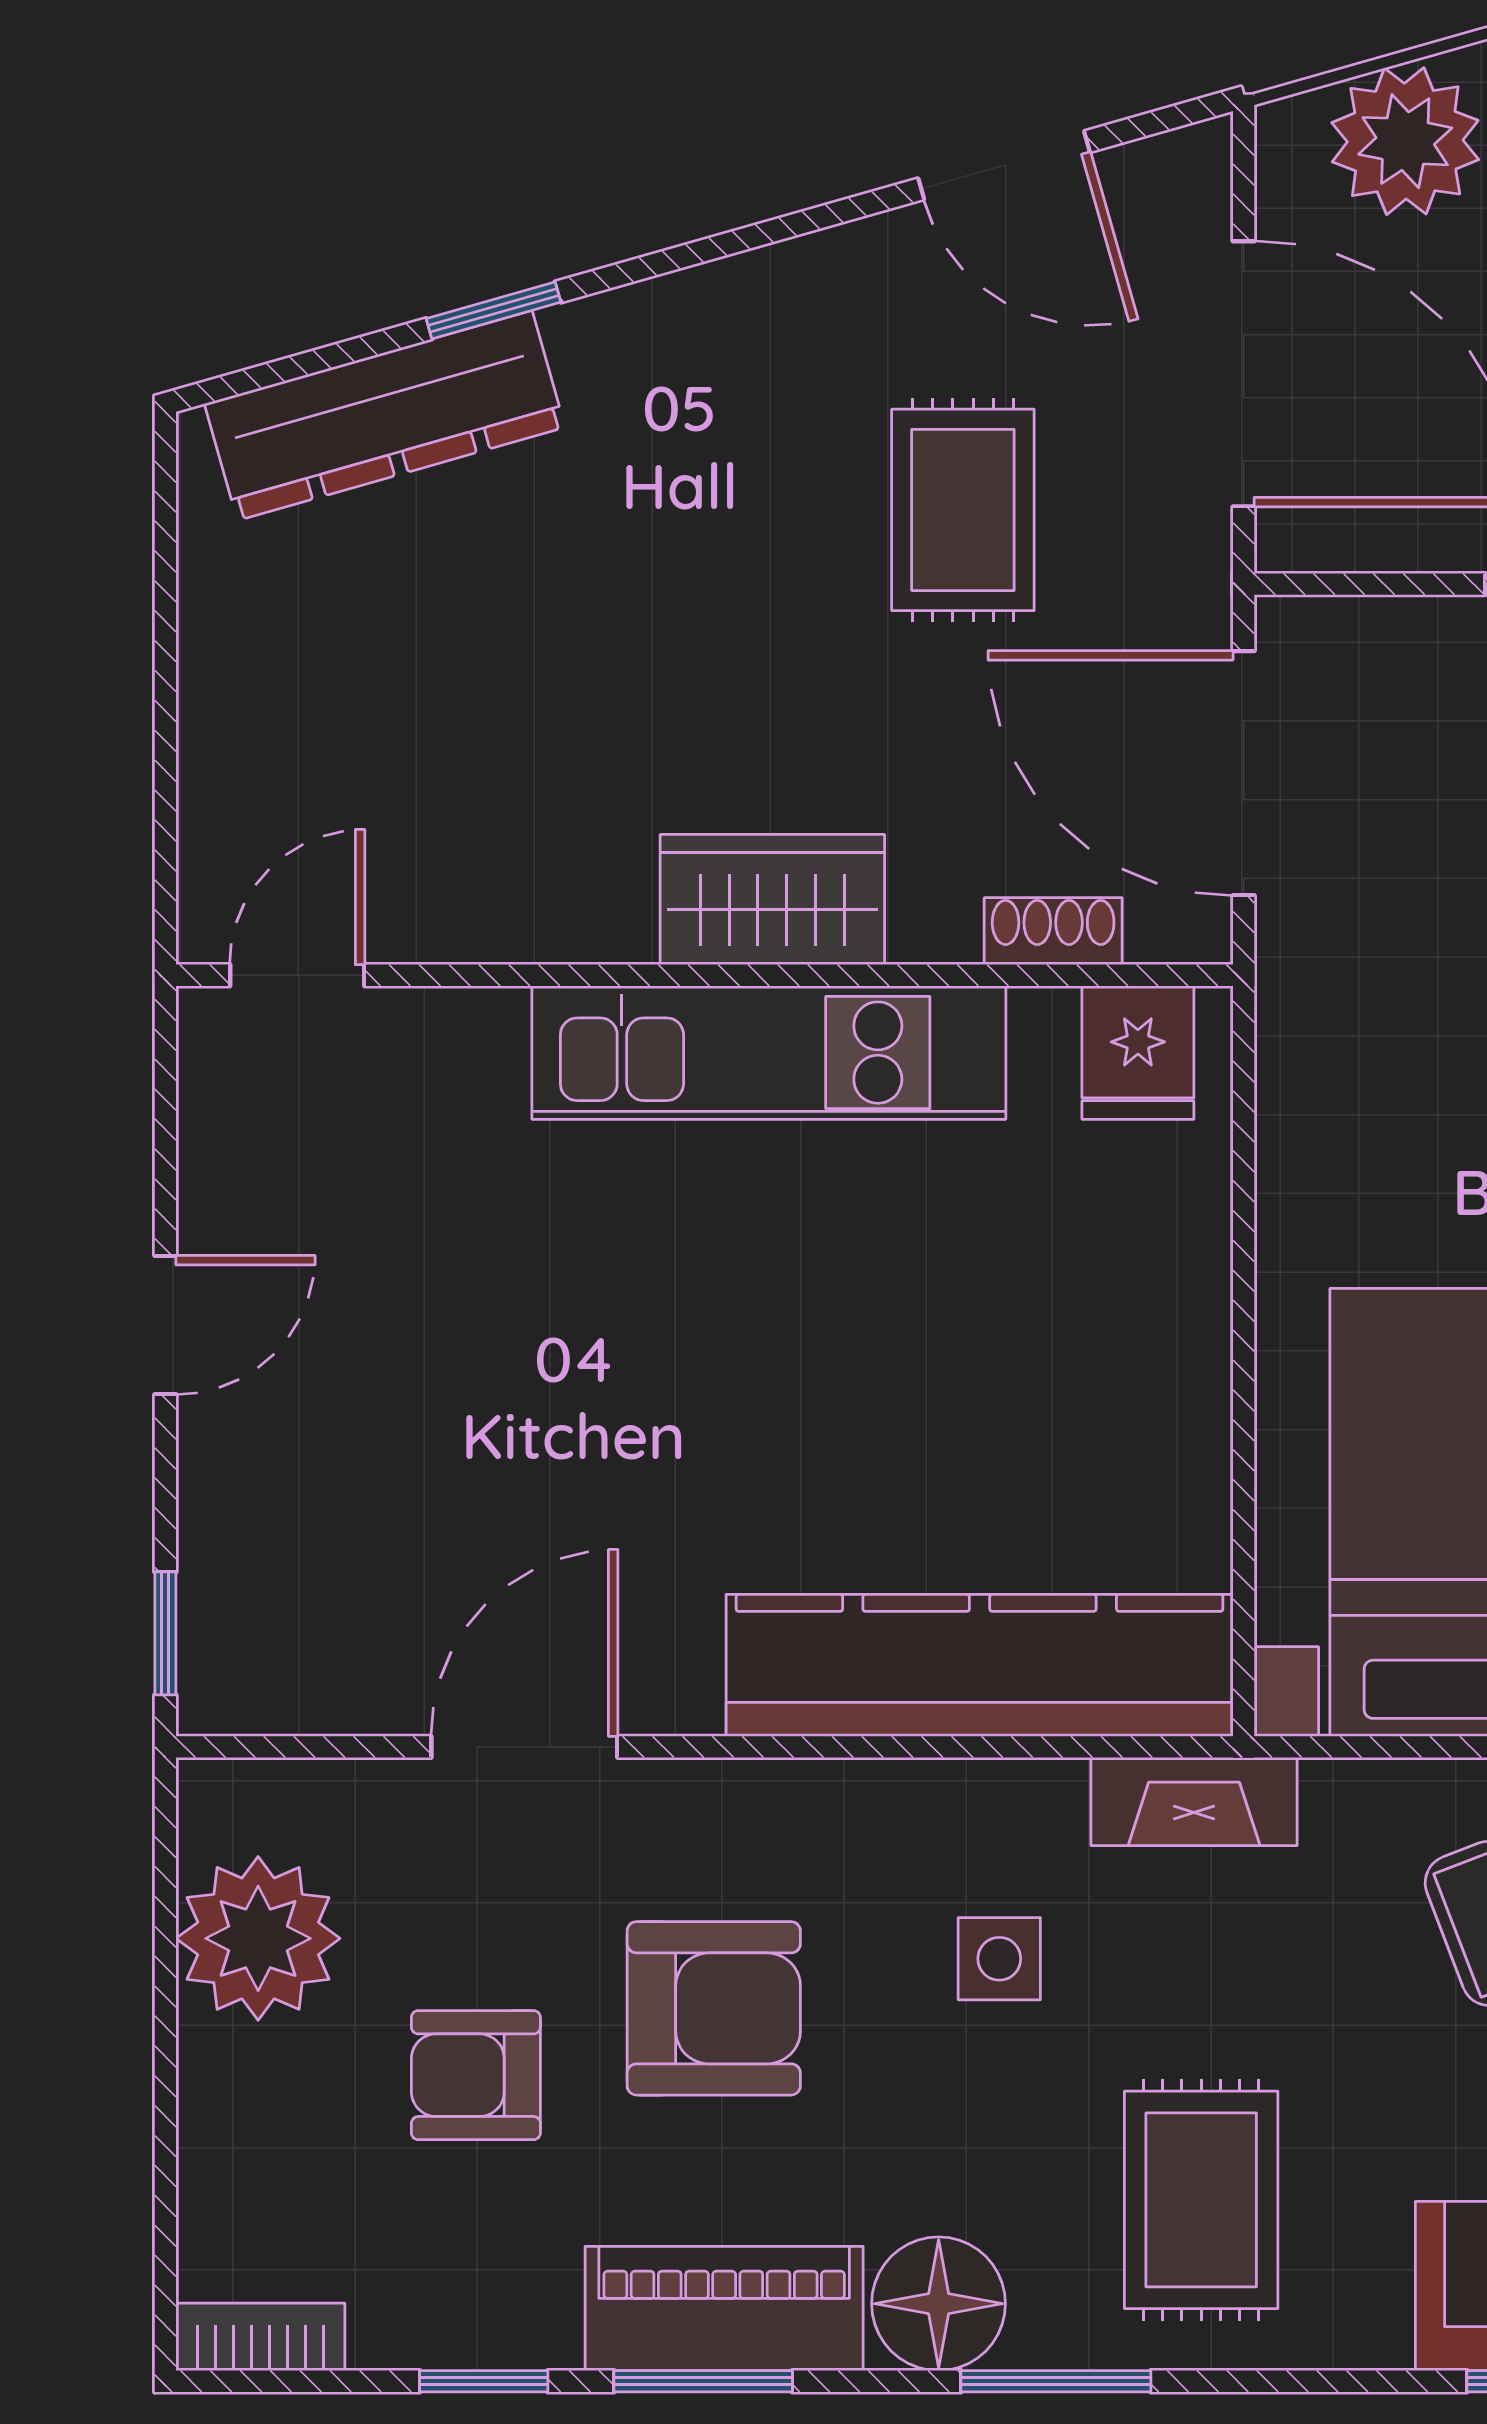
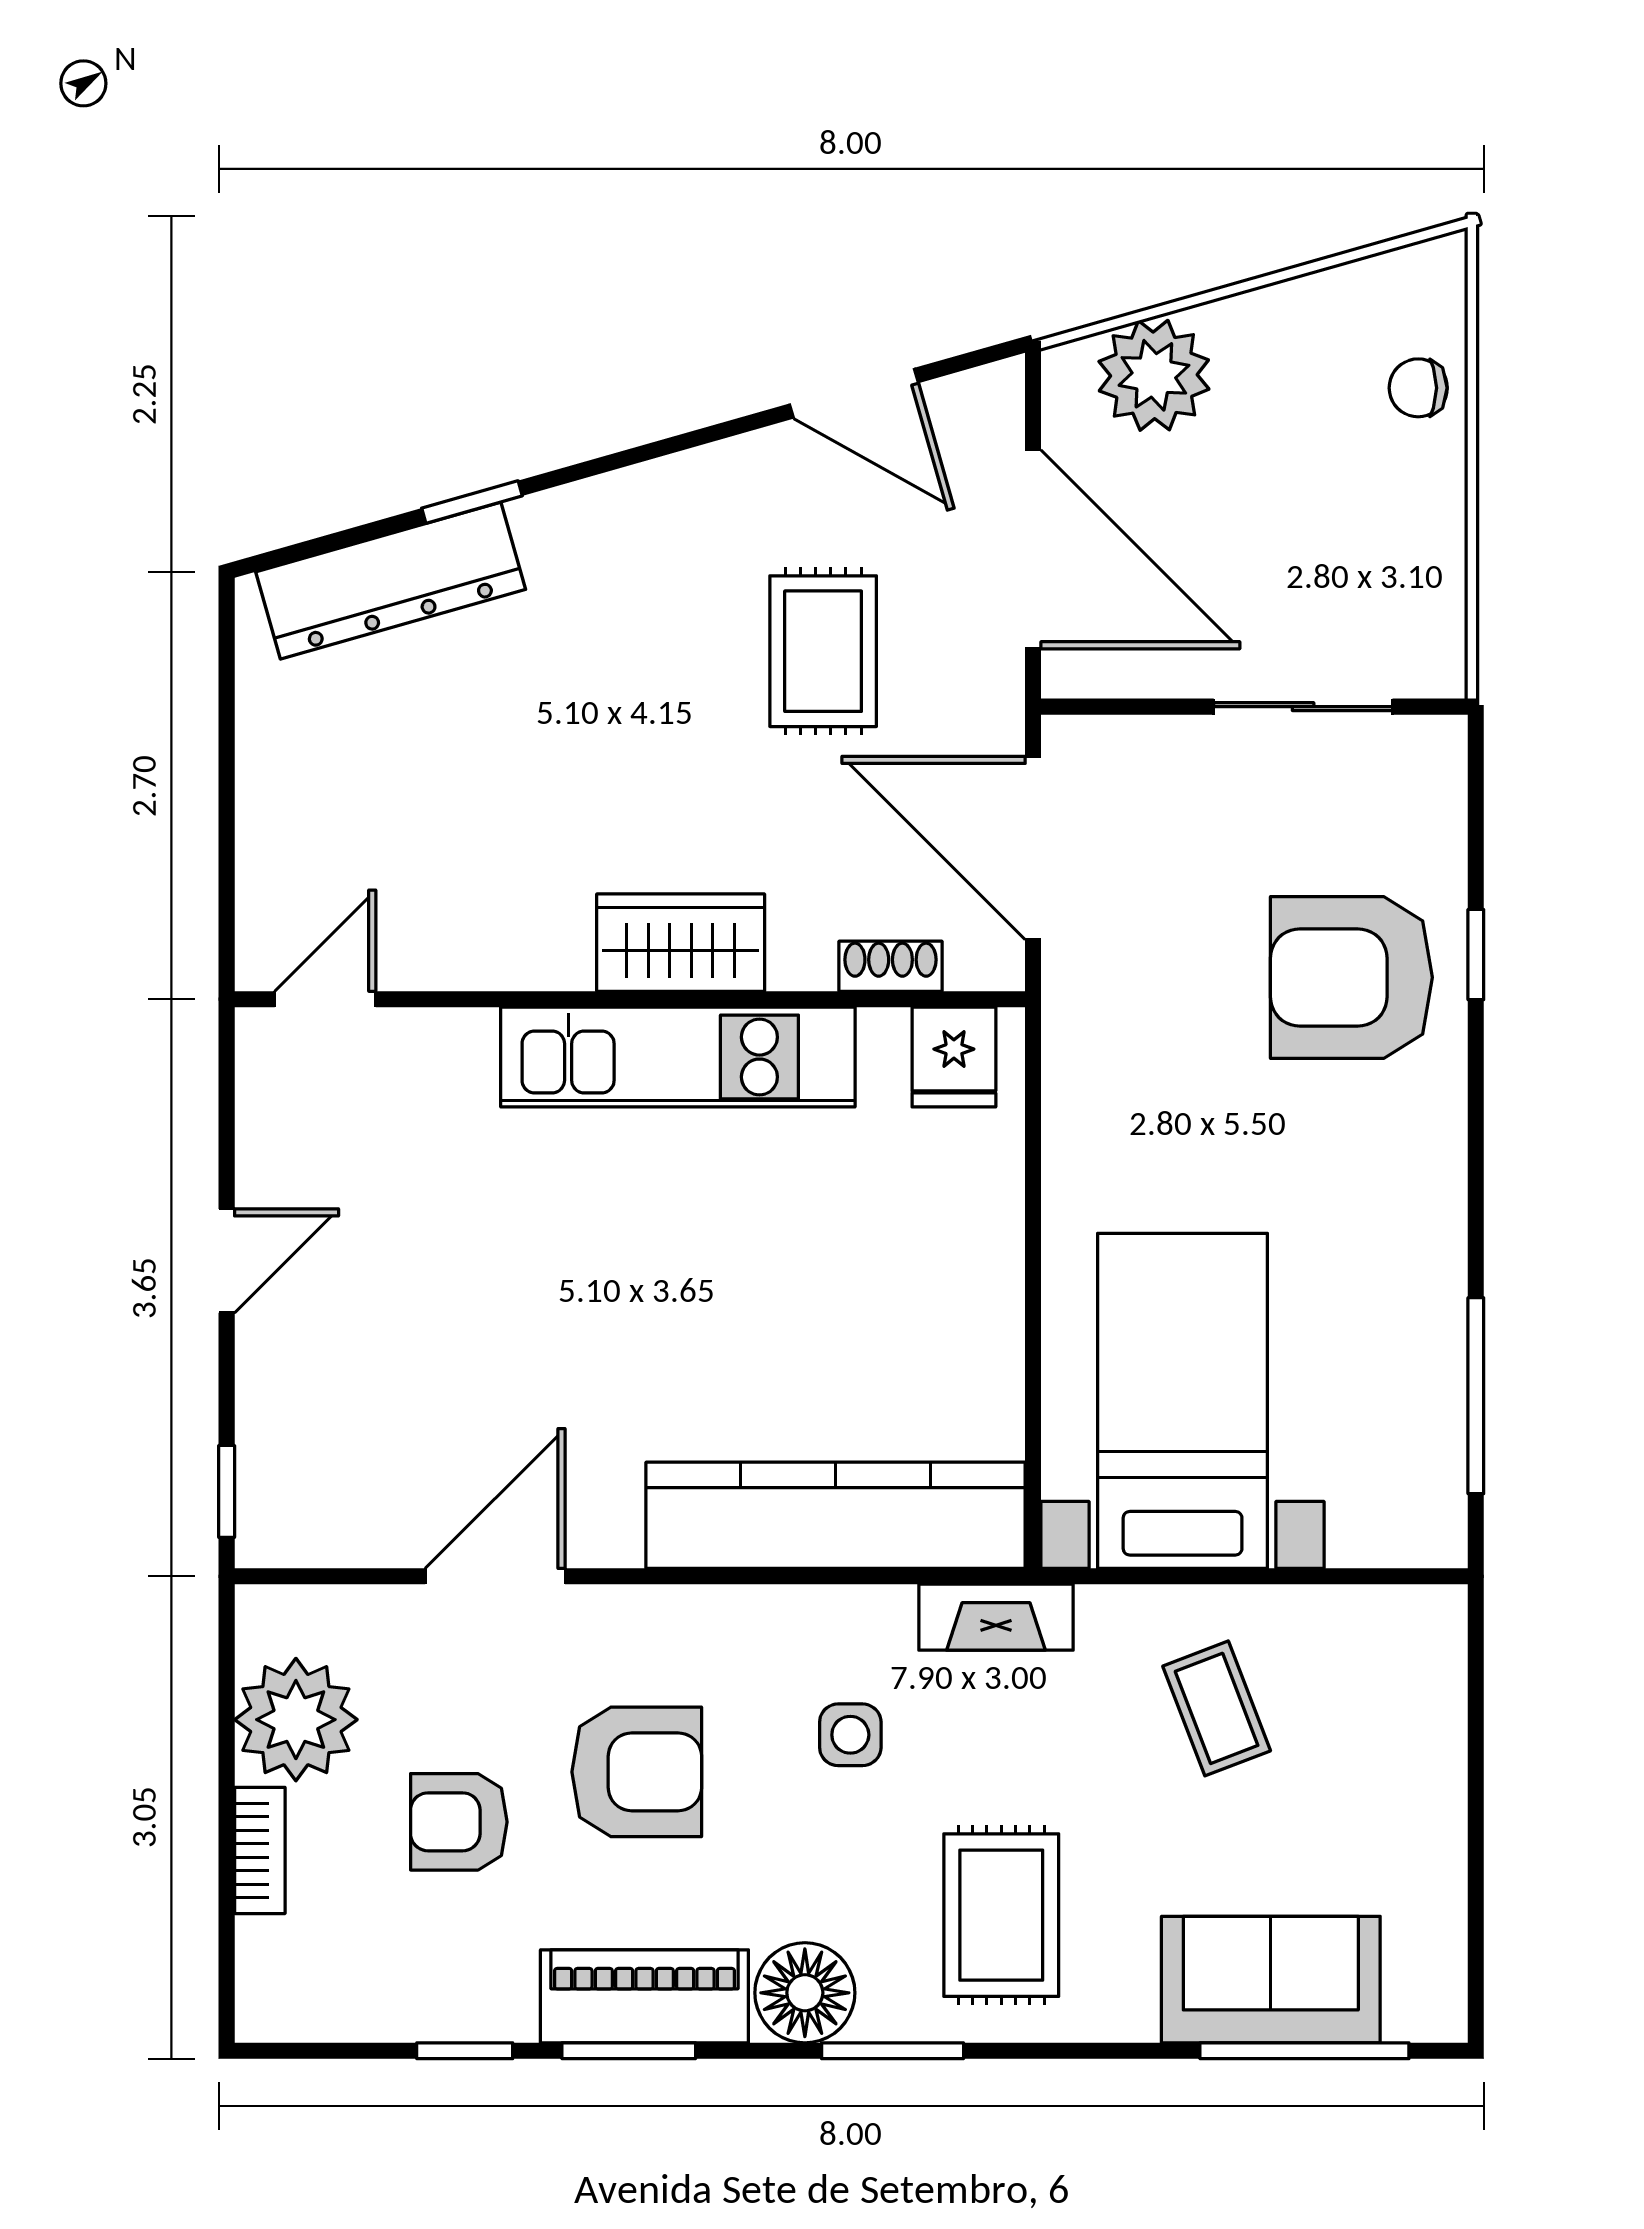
bookcase: (260, 2337) -> (260, 1850), moved, turned 90

